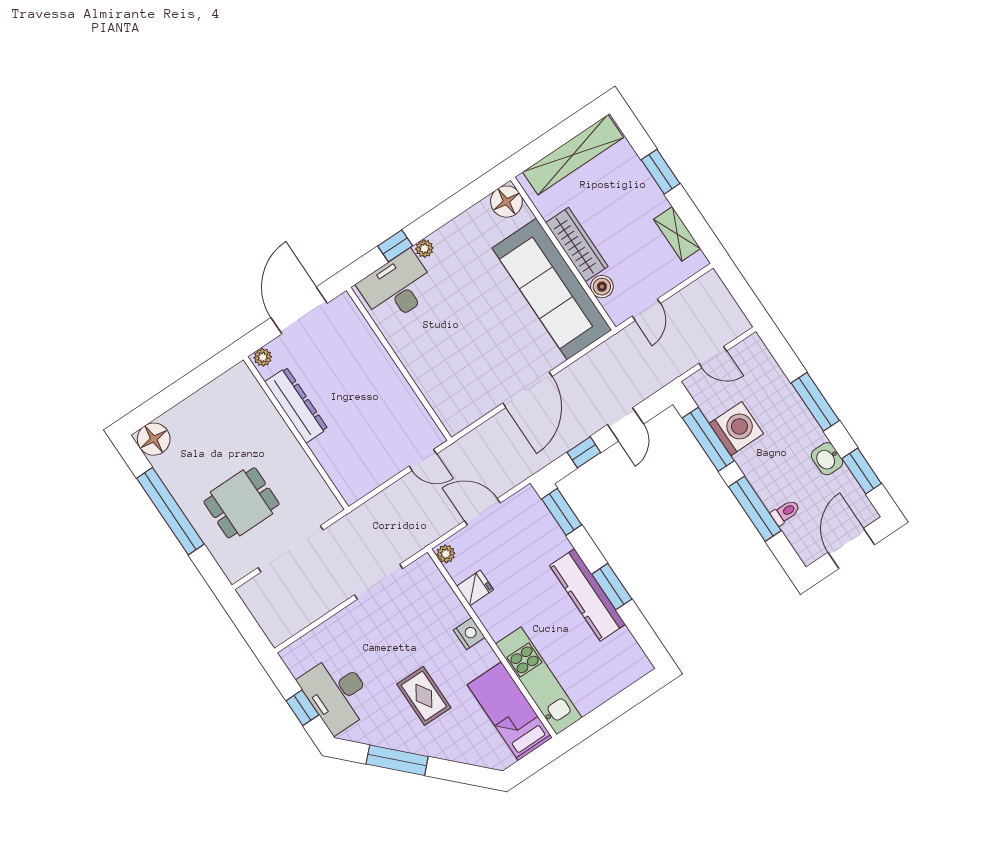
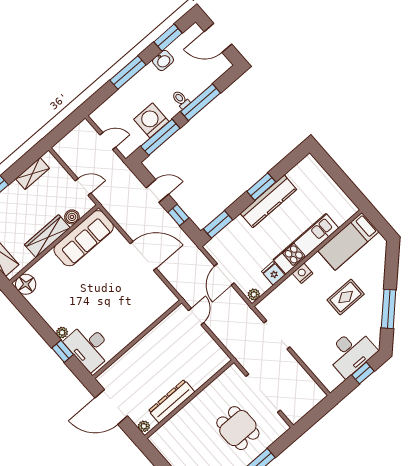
sofa: (552, 289) -> (84, 238), width x0.74, depth x0.79
door: (713, 357) -> (108, 141), hinge flipped
toilet: (785, 512) -> (181, 100), moved
kitchen unit: (539, 681) -> (306, 244), moved

